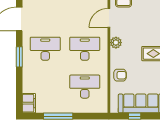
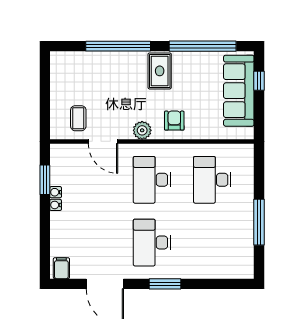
armchair: (120, 75) -> (174, 121), moved
filing cabinet: (29, 103) -> (238, 268), removed
window: (135, 116) -> (259, 81), moved

